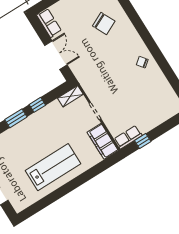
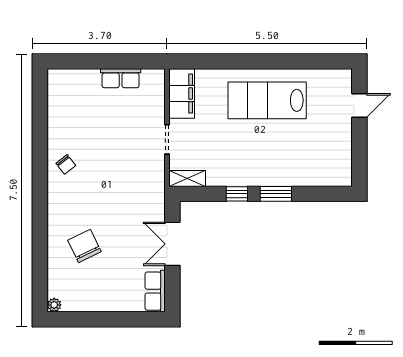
row of seats: (128, 137) -> (121, 78), moved
window: (143, 141) -> (129, 61), removed

